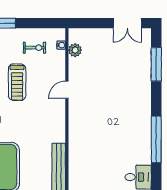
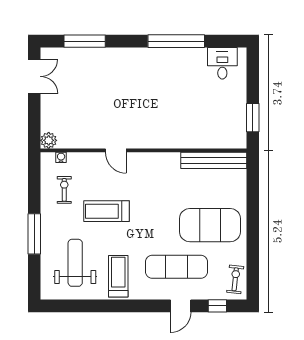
plant: (75, 50) -> (49, 140), moved
treadmill: (17, 82) -> (106, 211), turned 180

